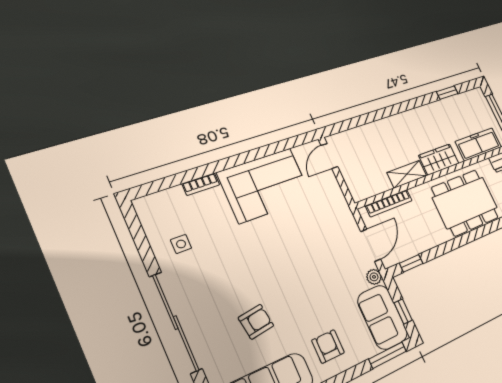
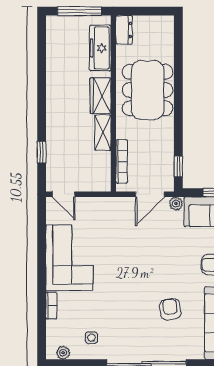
window: (447, 93) -> (42, 152), moved
plant: (148, 218) -> (63, 353), added
door: (371, 245) -> (150, 194), swing flipped

